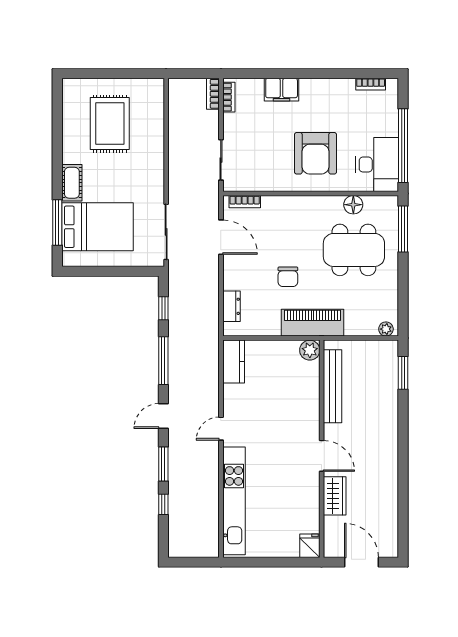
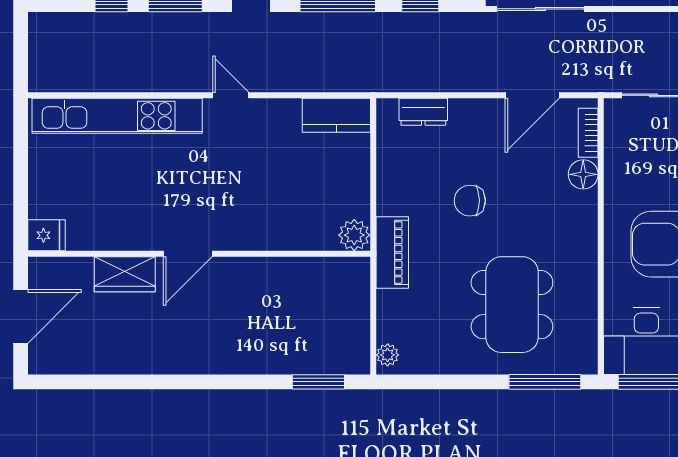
floor lamp: (353, 205) -> (583, 174), moved
piano: (312, 323) -> (392, 252), width x0.73, depth x0.75
bench: (333, 386) -> (297, 271), removed

